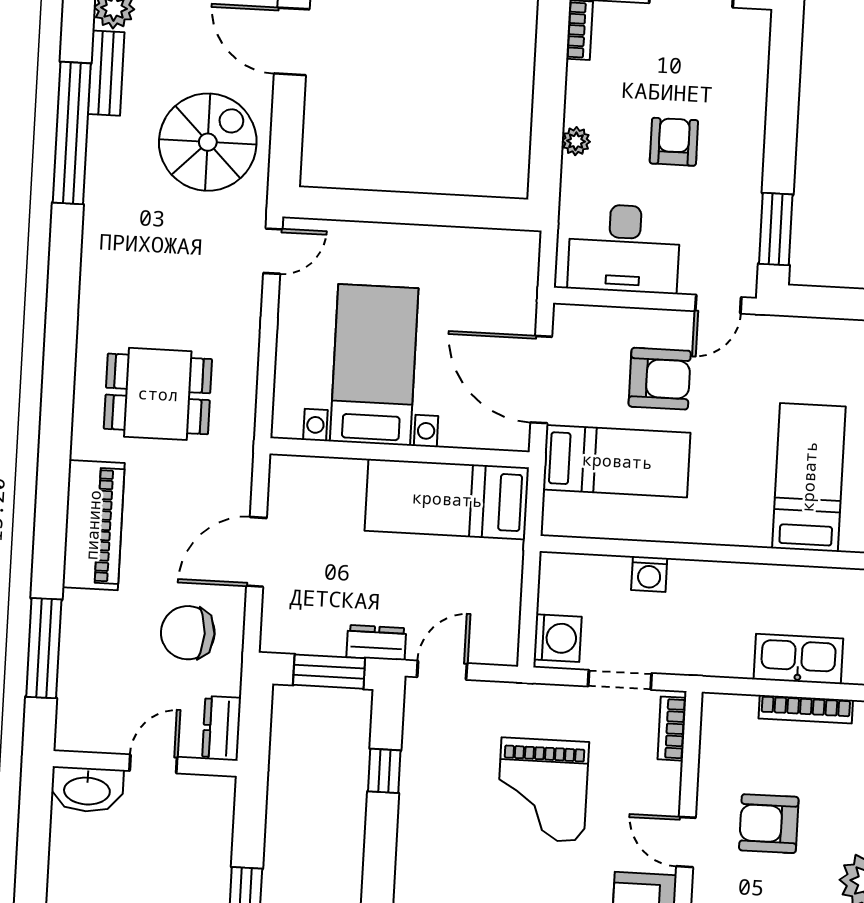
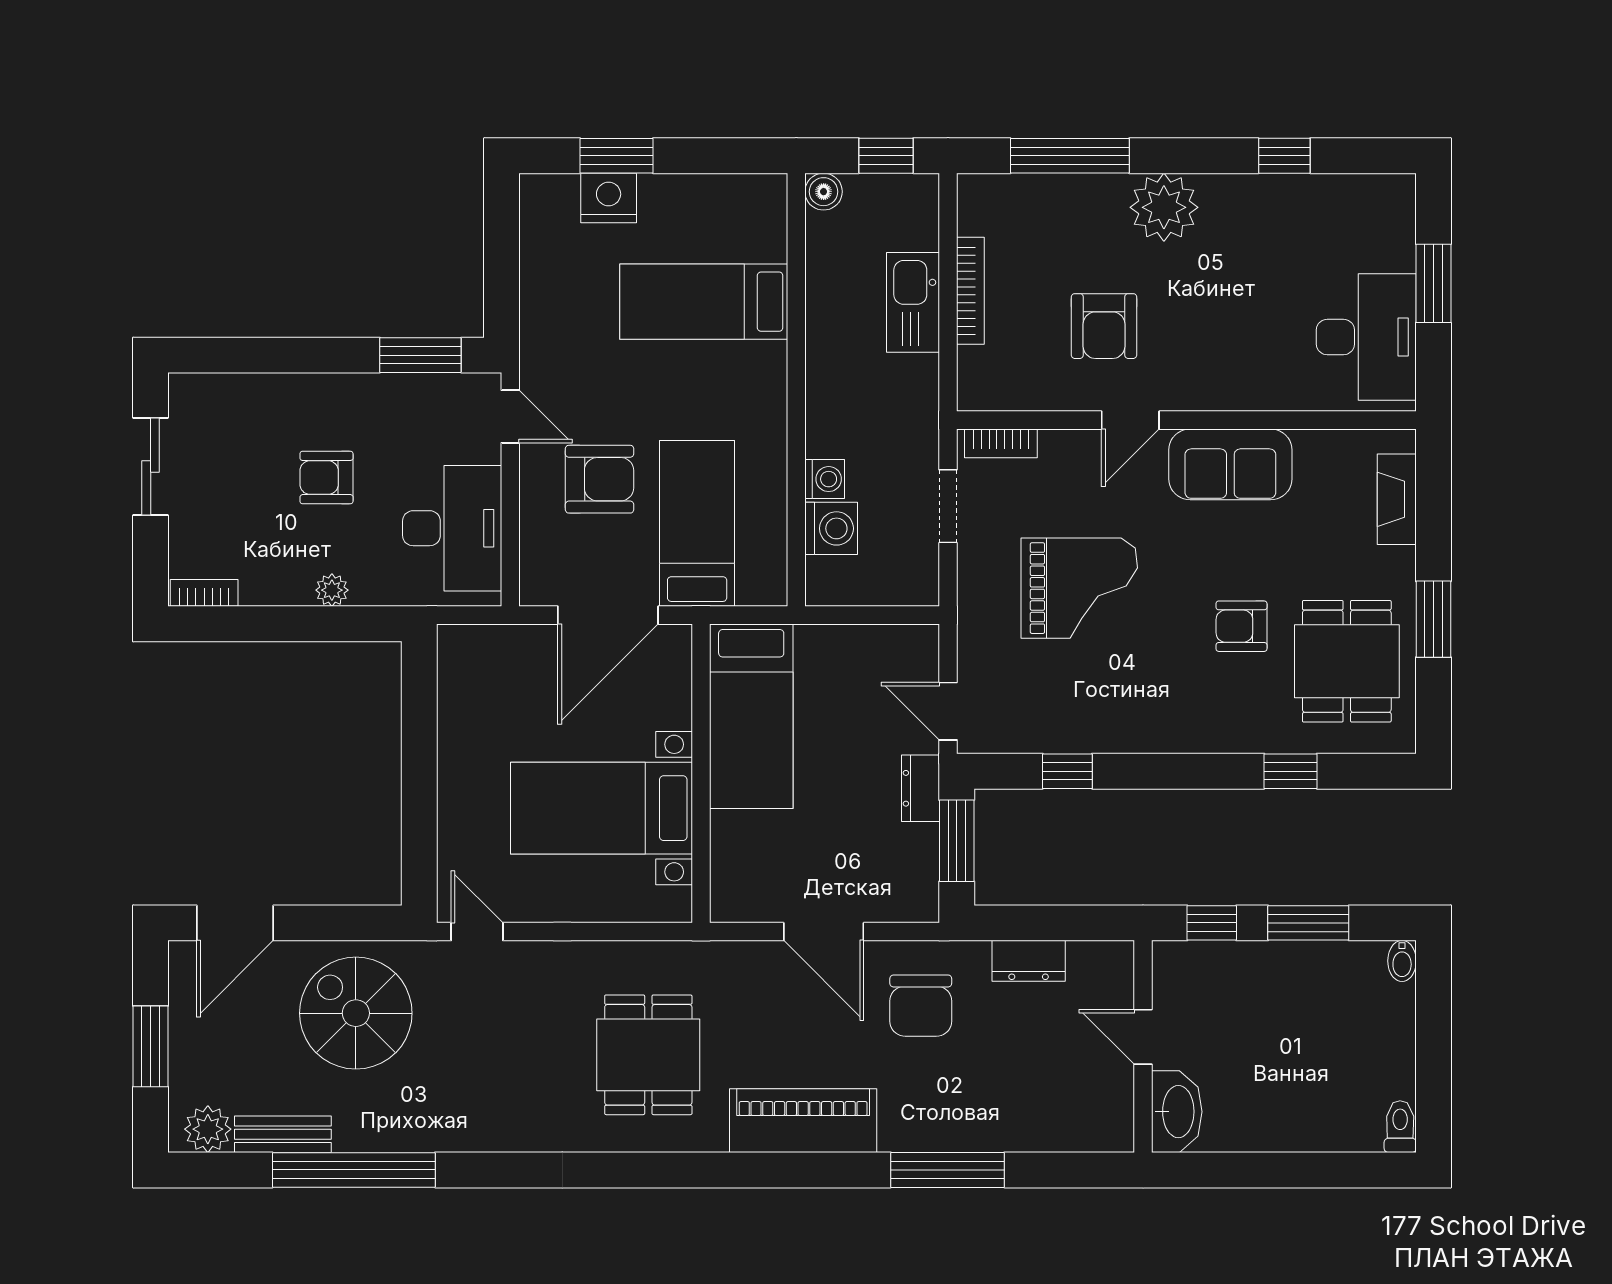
armchair: (660, 379) -> (600, 479), turned 90
washing machine: (558, 638) -> (831, 528), moved, turned 90
wall: (145, 763) -> (1143, 1046), moved
door: (153, 764) -> (1143, 1037), moved
washbasin: (87, 790) -> (1177, 1112), moved

